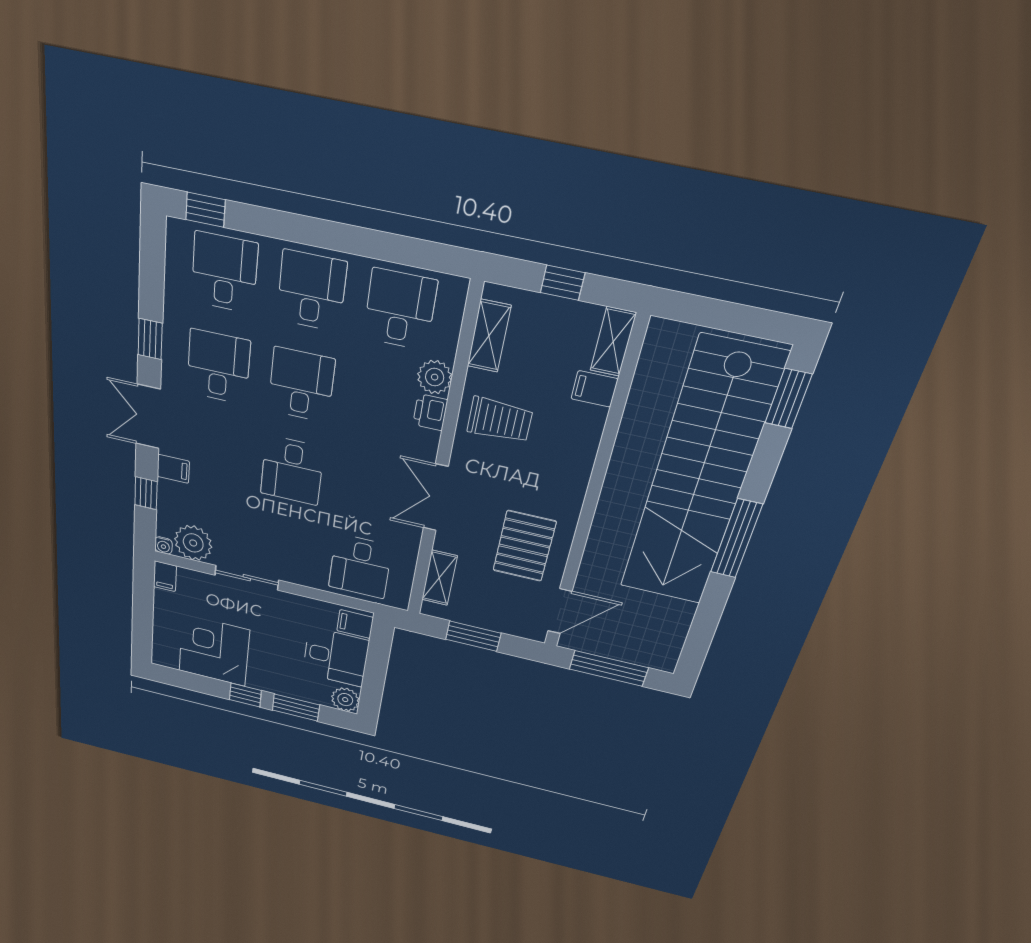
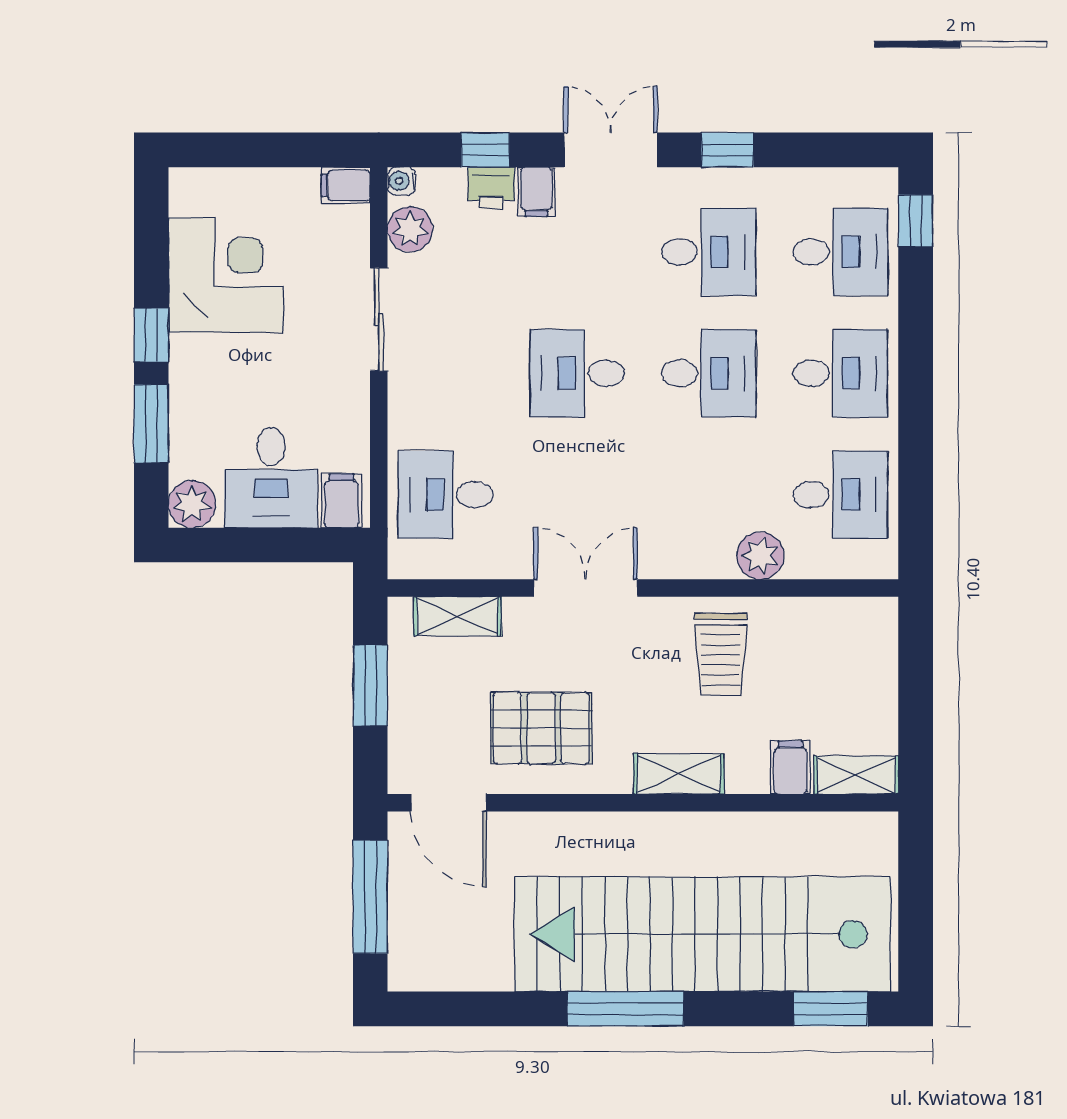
window: (563, 283) -> (916, 695), removed
shelving: (489, 336) -> (679, 774), moved
printer: (430, 412) -> (491, 188), moved, turned 180
plant: (193, 543) -> (410, 229), width x0.73, depth x0.73

